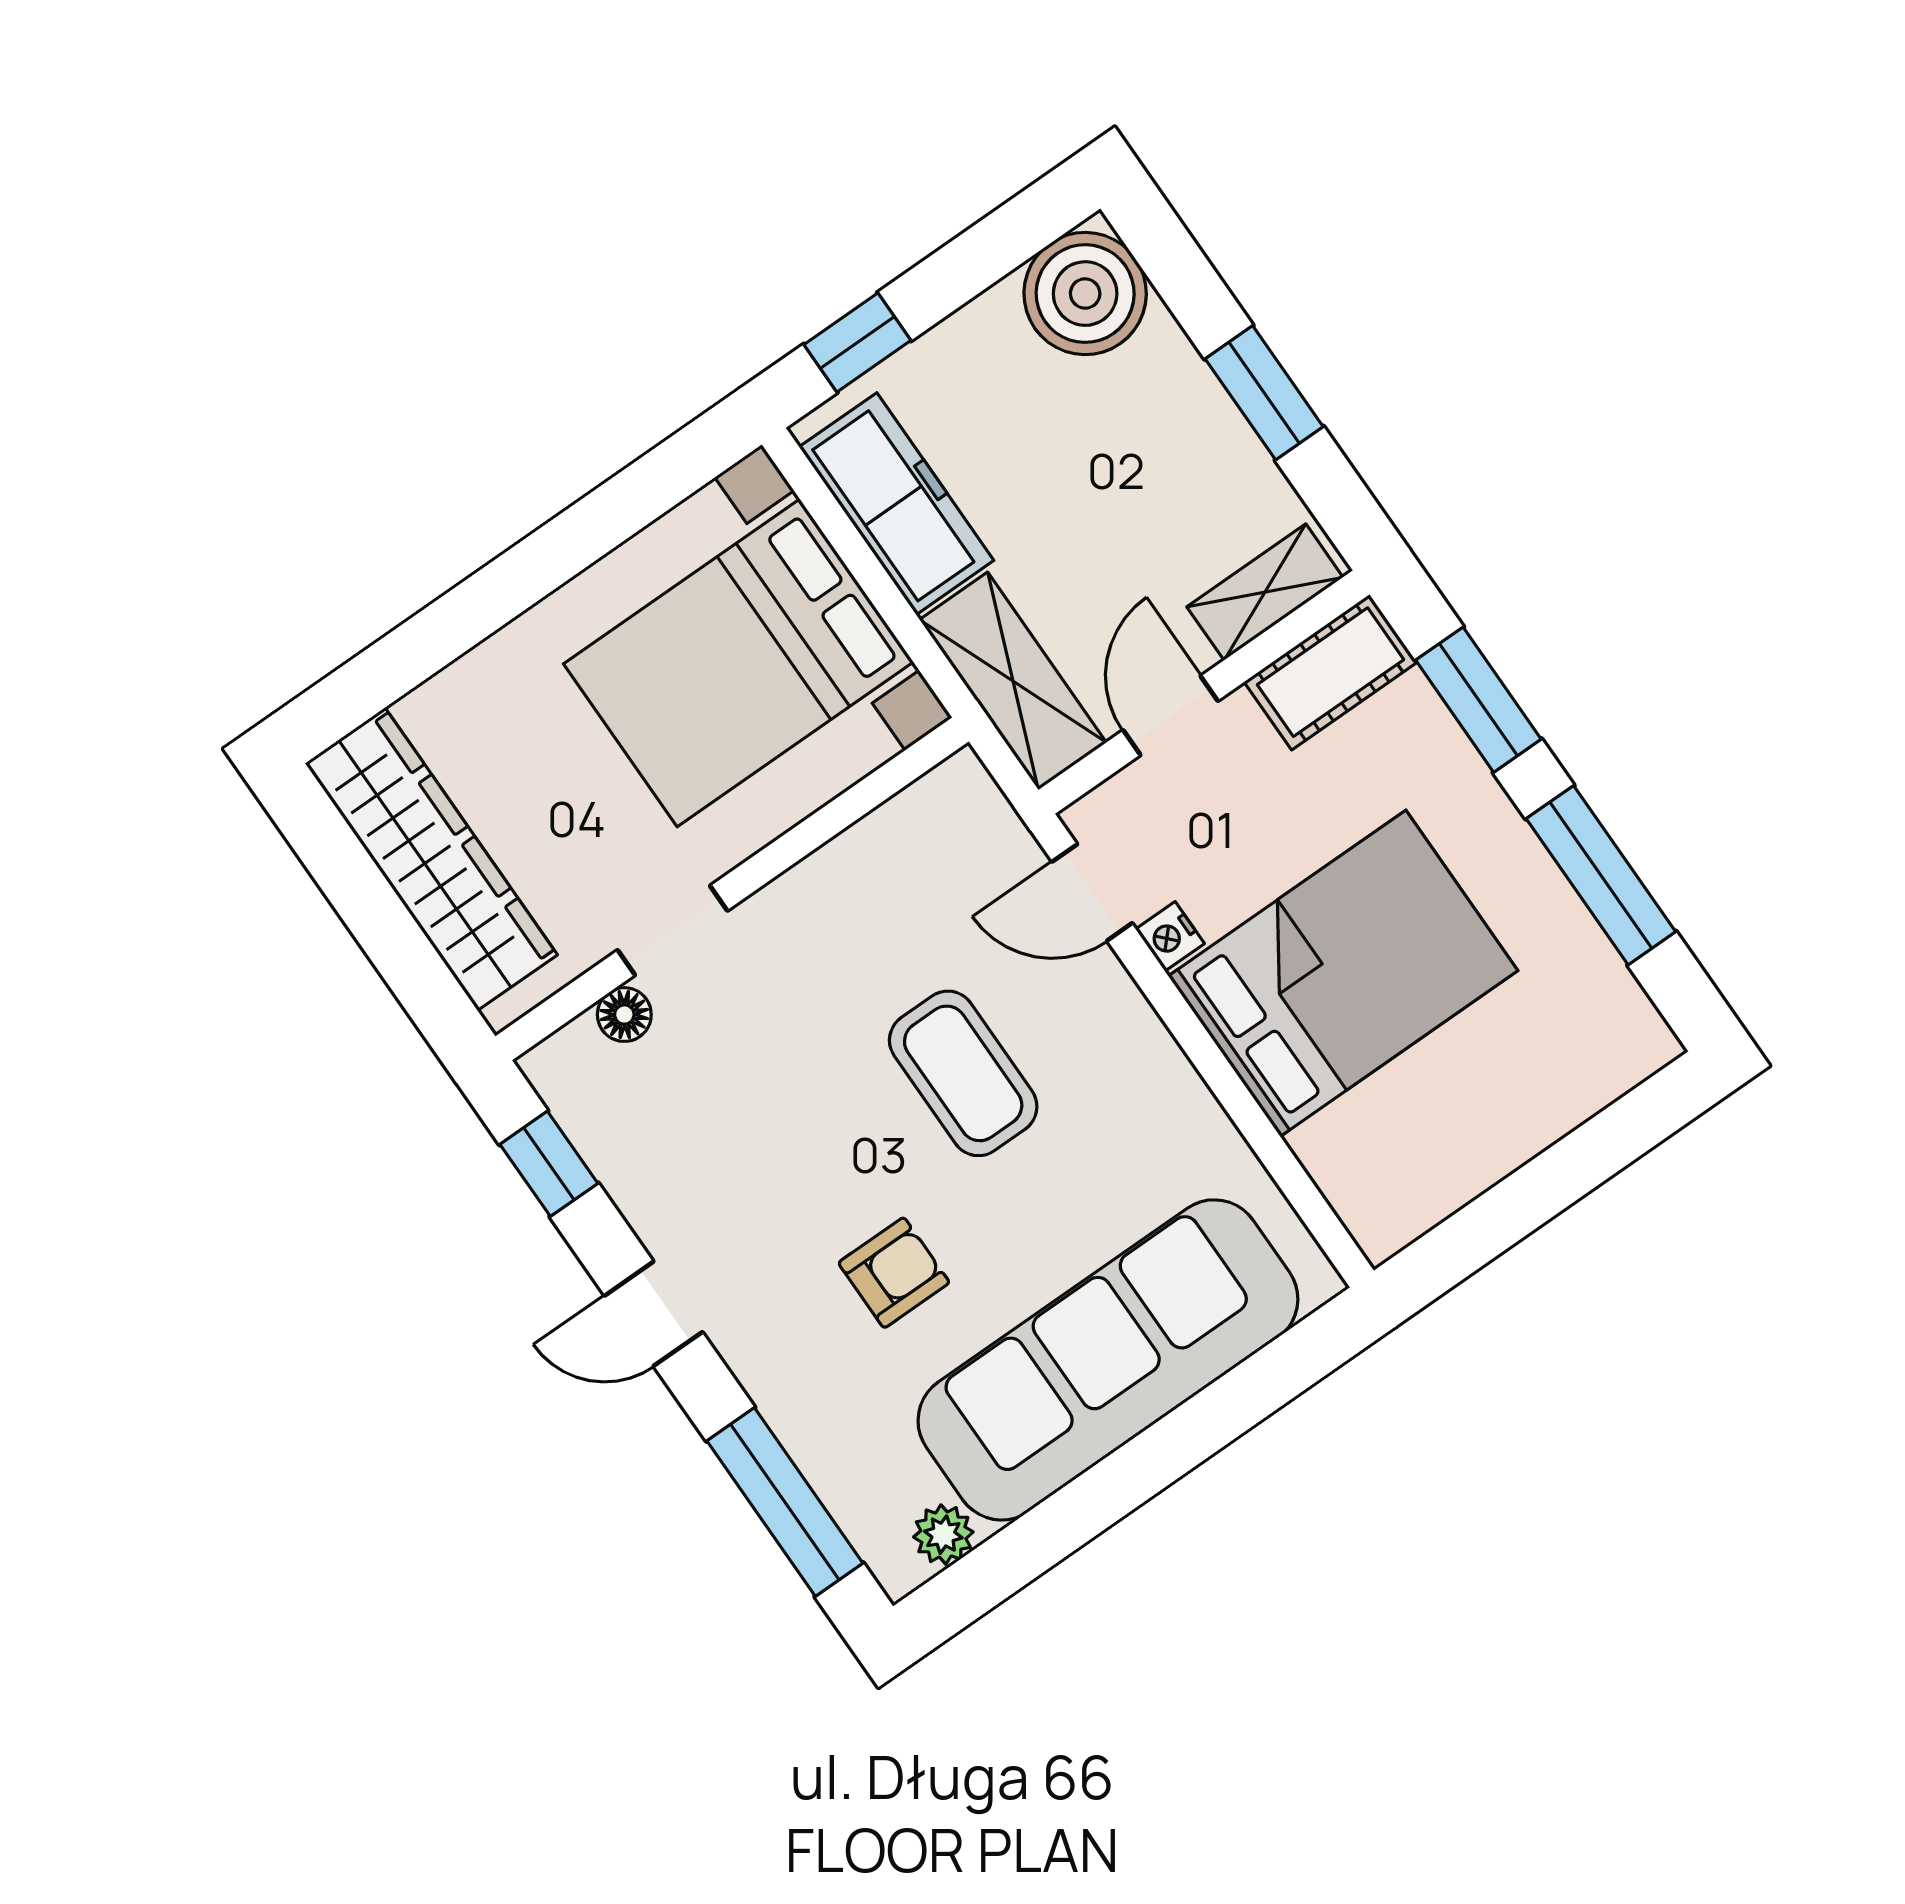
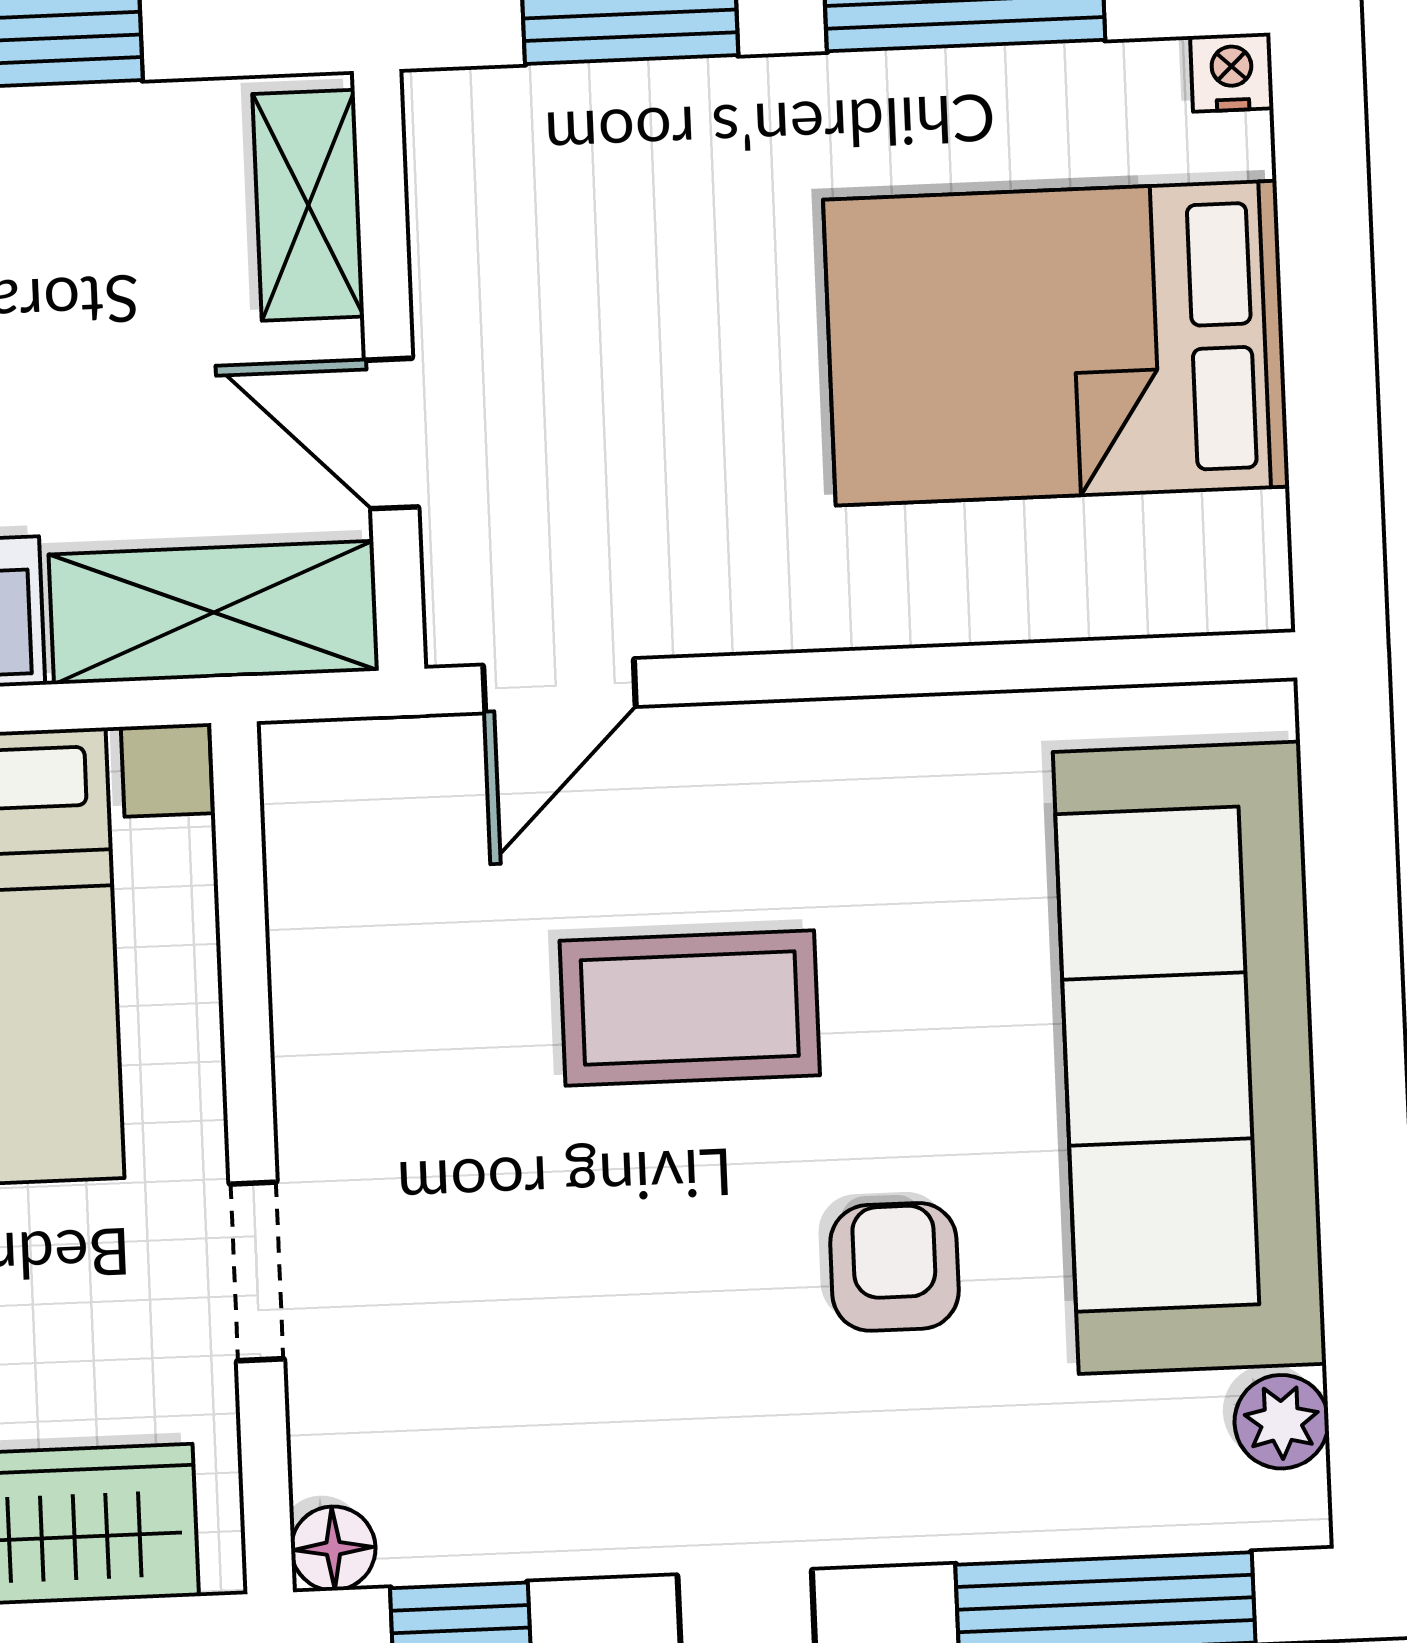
cot: (1331, 672) -> (469, 186), removed
nightstand: (1170, 936) -> (1232, 72), moved, turned 180
bed: (1343, 973) -> (1056, 343), moved, turned -90
floor lamp: (624, 1015) -> (333, 1548), moved

